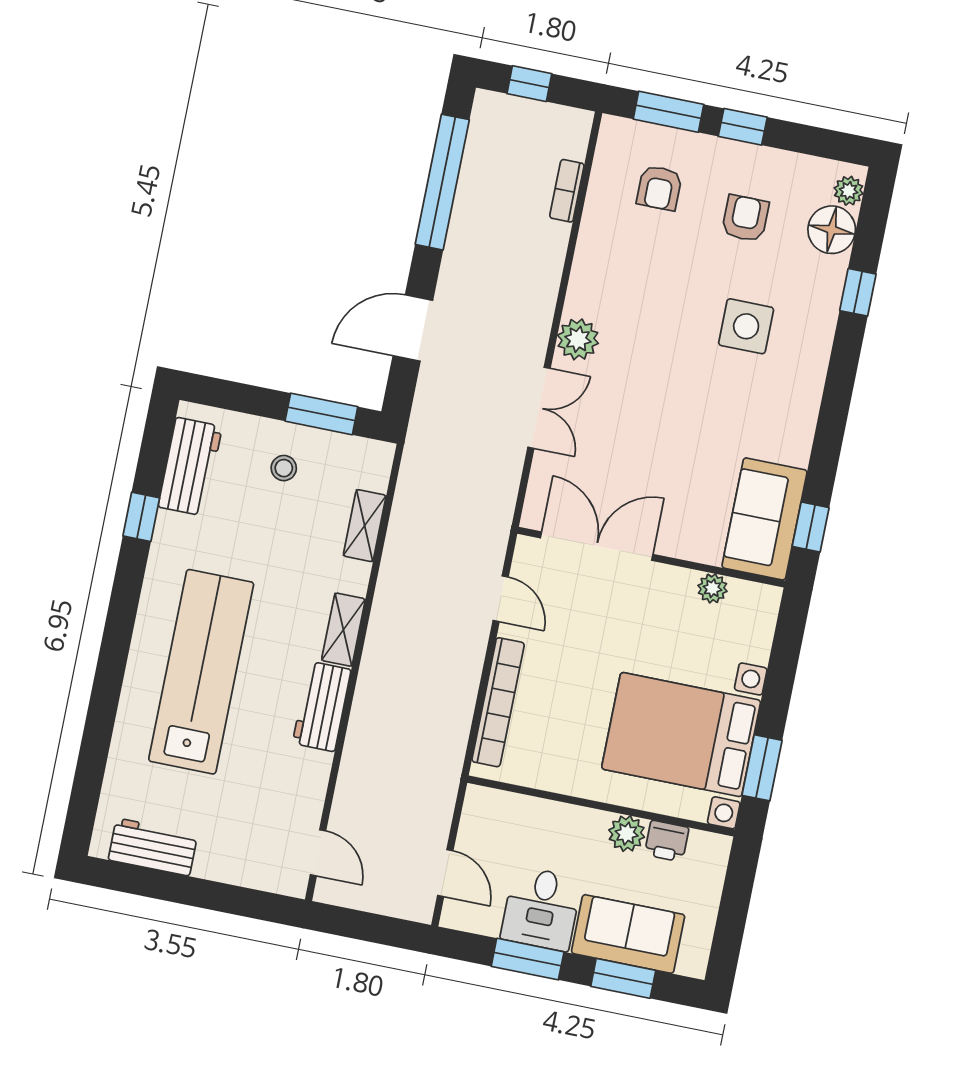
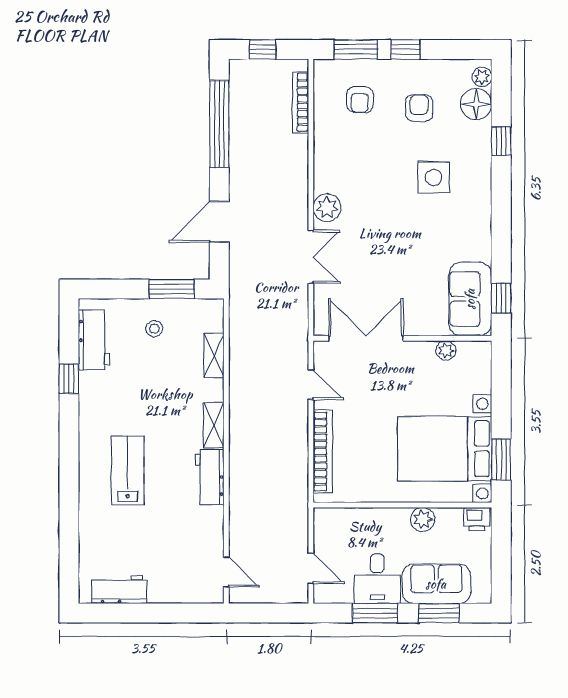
bookcase: (567, 191) -> (301, 102), width x1.56
lab bench: (201, 672) -> (128, 470), width x0.54, depth x0.72
printer: (667, 841) -> (477, 519), moved

